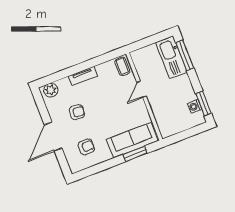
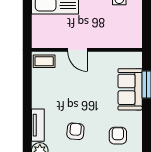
tv unit: (83, 76) -> (38, 125), moved
sofa: (132, 140) -> (130, 89), width x0.73

